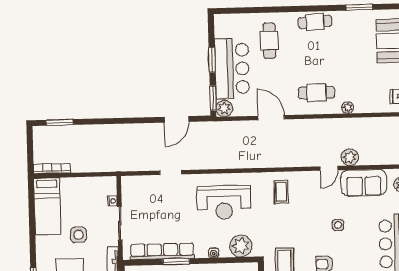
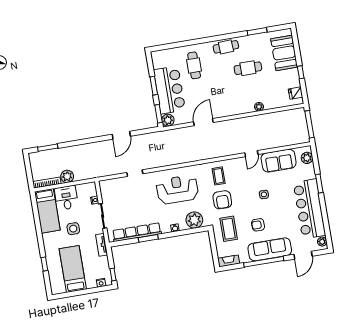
cafe table: (317, 93) -> (248, 68), moved
door: (271, 118) -> (203, 122), hinge flipped
door: (176, 119) -> (121, 135), moved
plant: (350, 157) -> (67, 176), moved
desk: (75, 192) -> (66, 198), added
reception desk: (224, 202) -> (177, 190), turned 180
armchair: (282, 224) -> (222, 200), added

